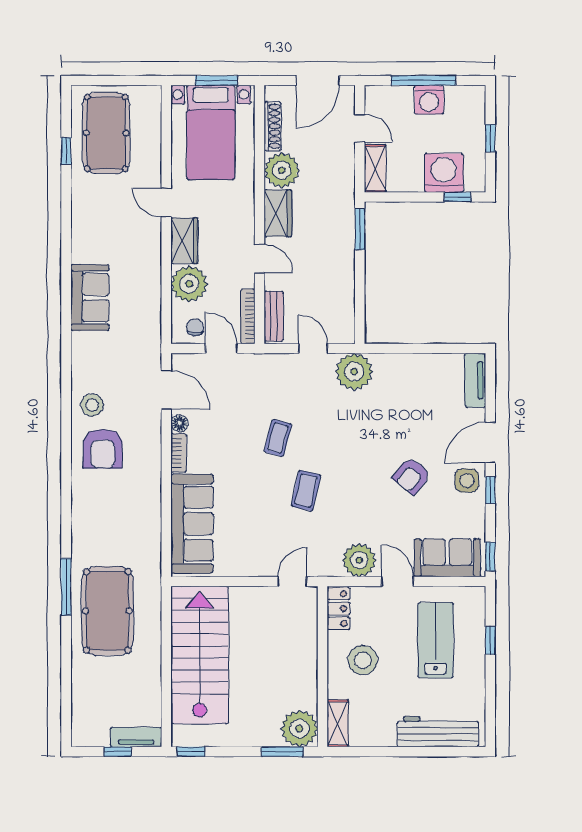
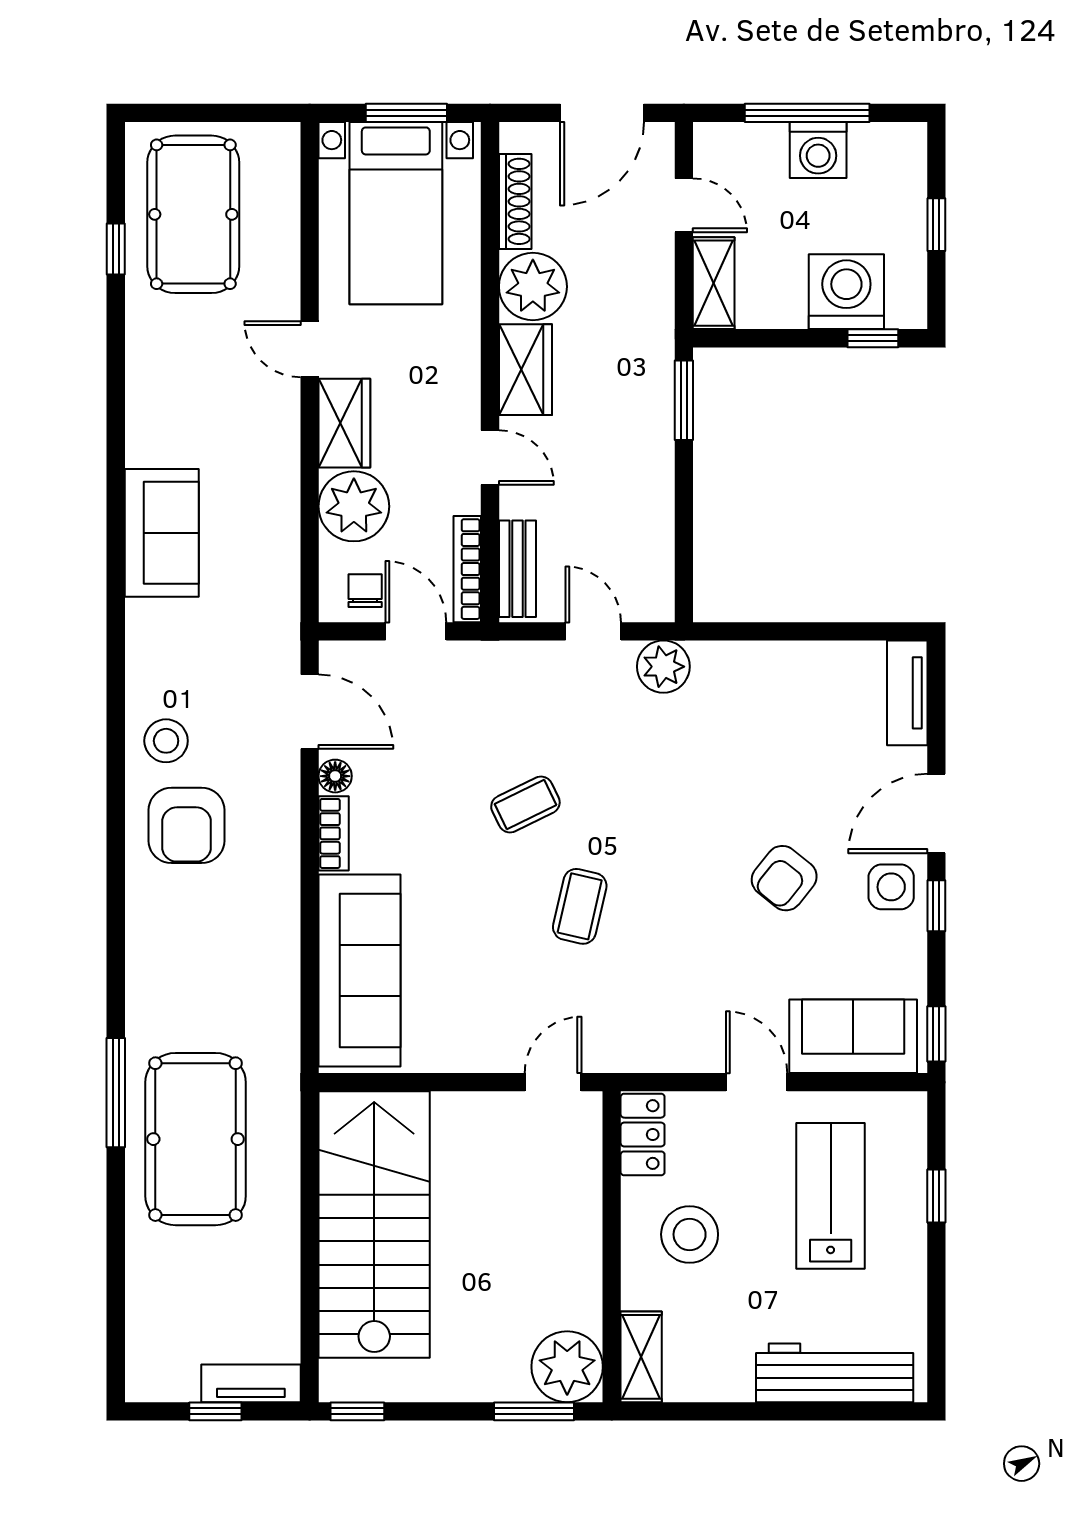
plant: (354, 372) -> (663, 667), width x0.73, depth x0.73
coffee table: (278, 438) -> (525, 805), turned 49
plant: (359, 560) -> (683, 1041), removed

